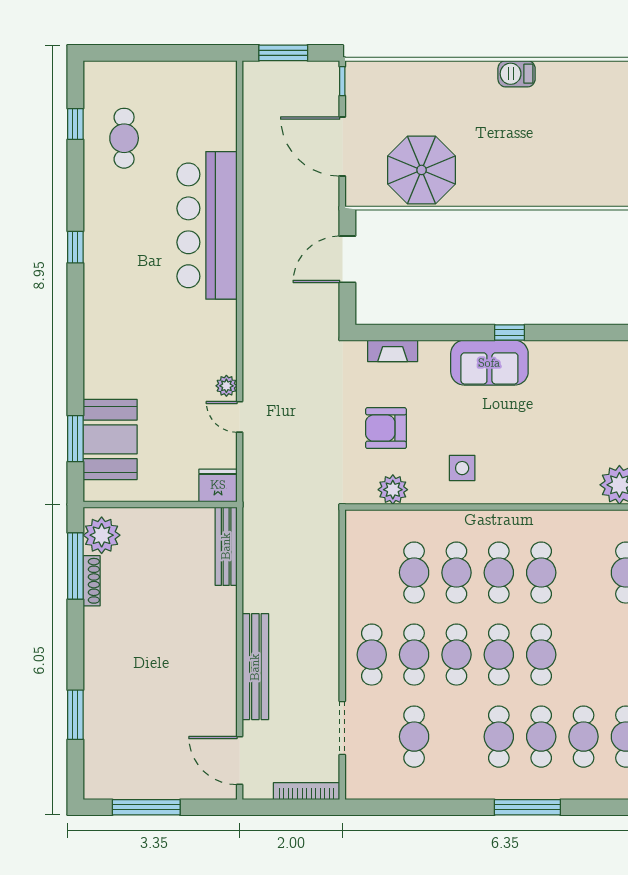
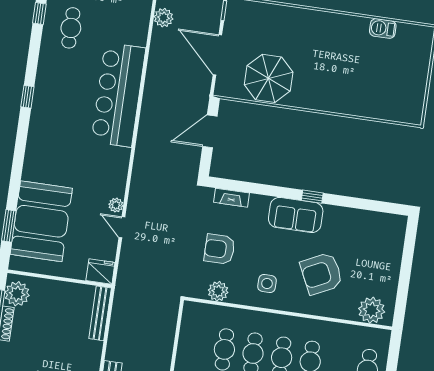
barbecue: (517, 74) -> (383, 28), moved
plant: (256, 104) -> (164, 18), added
booth: (110, 439) -> (41, 221), width x1.36, depth x1.42
armchair: (539, 442) -> (321, 274), added

